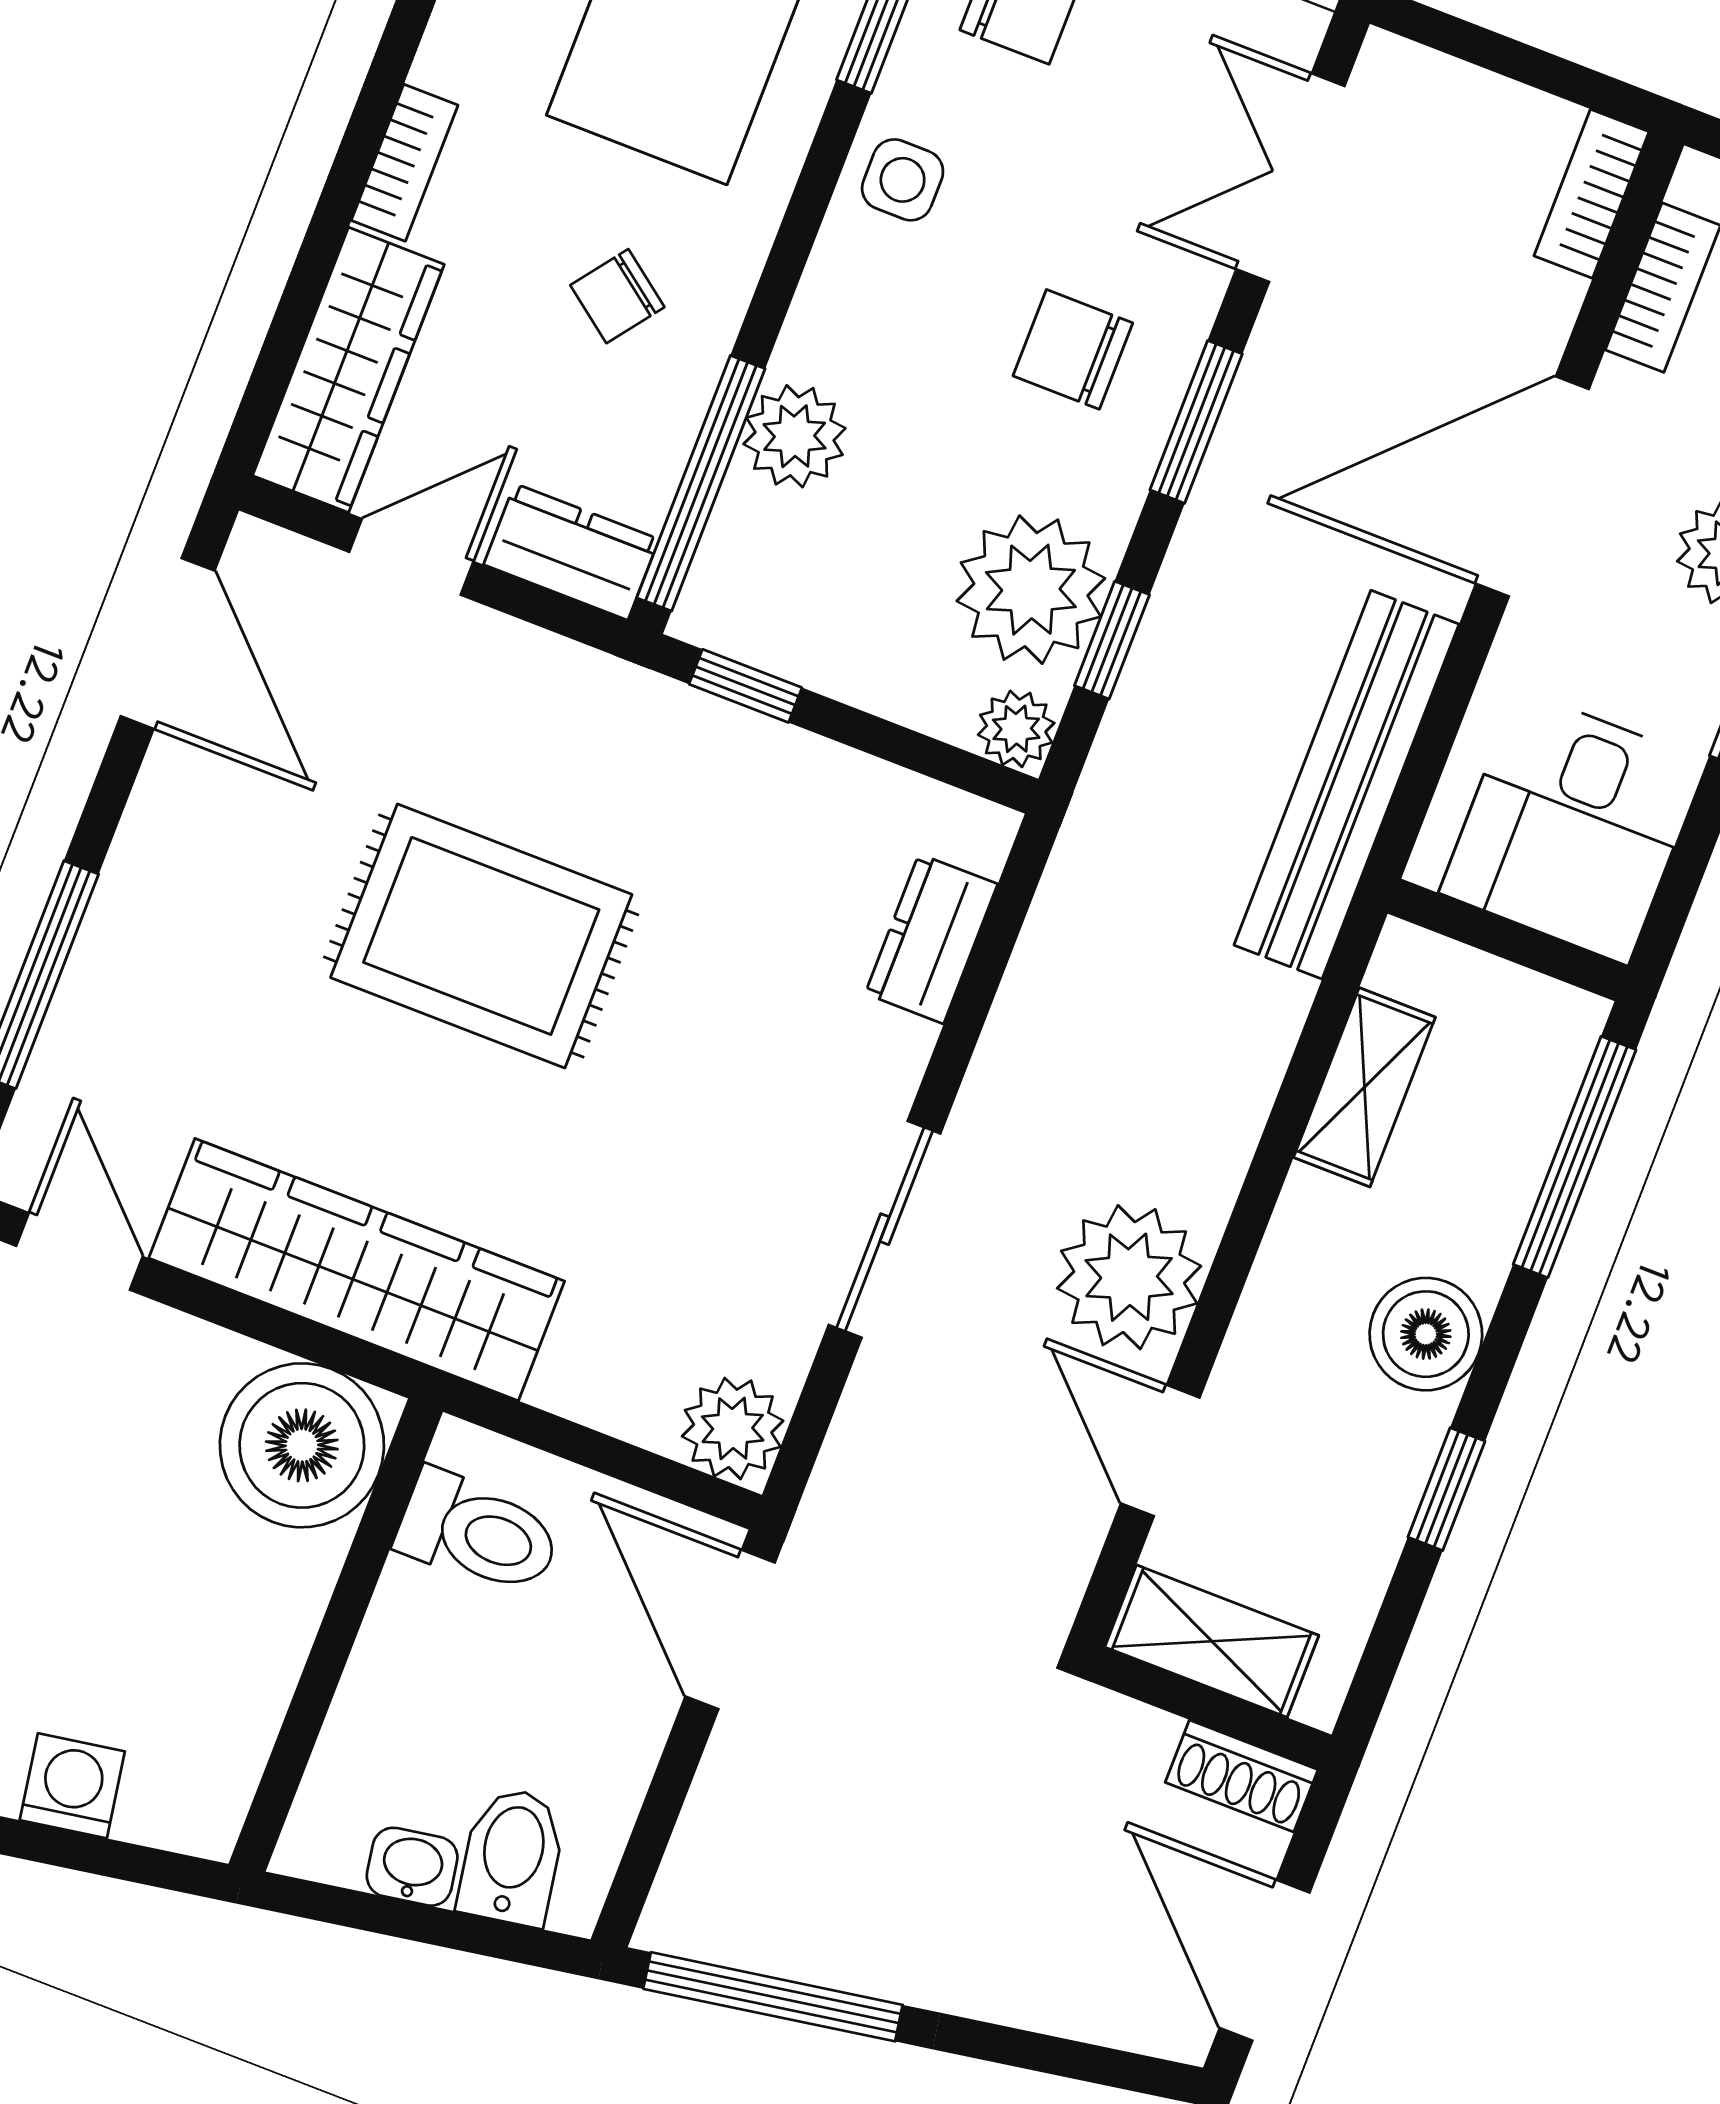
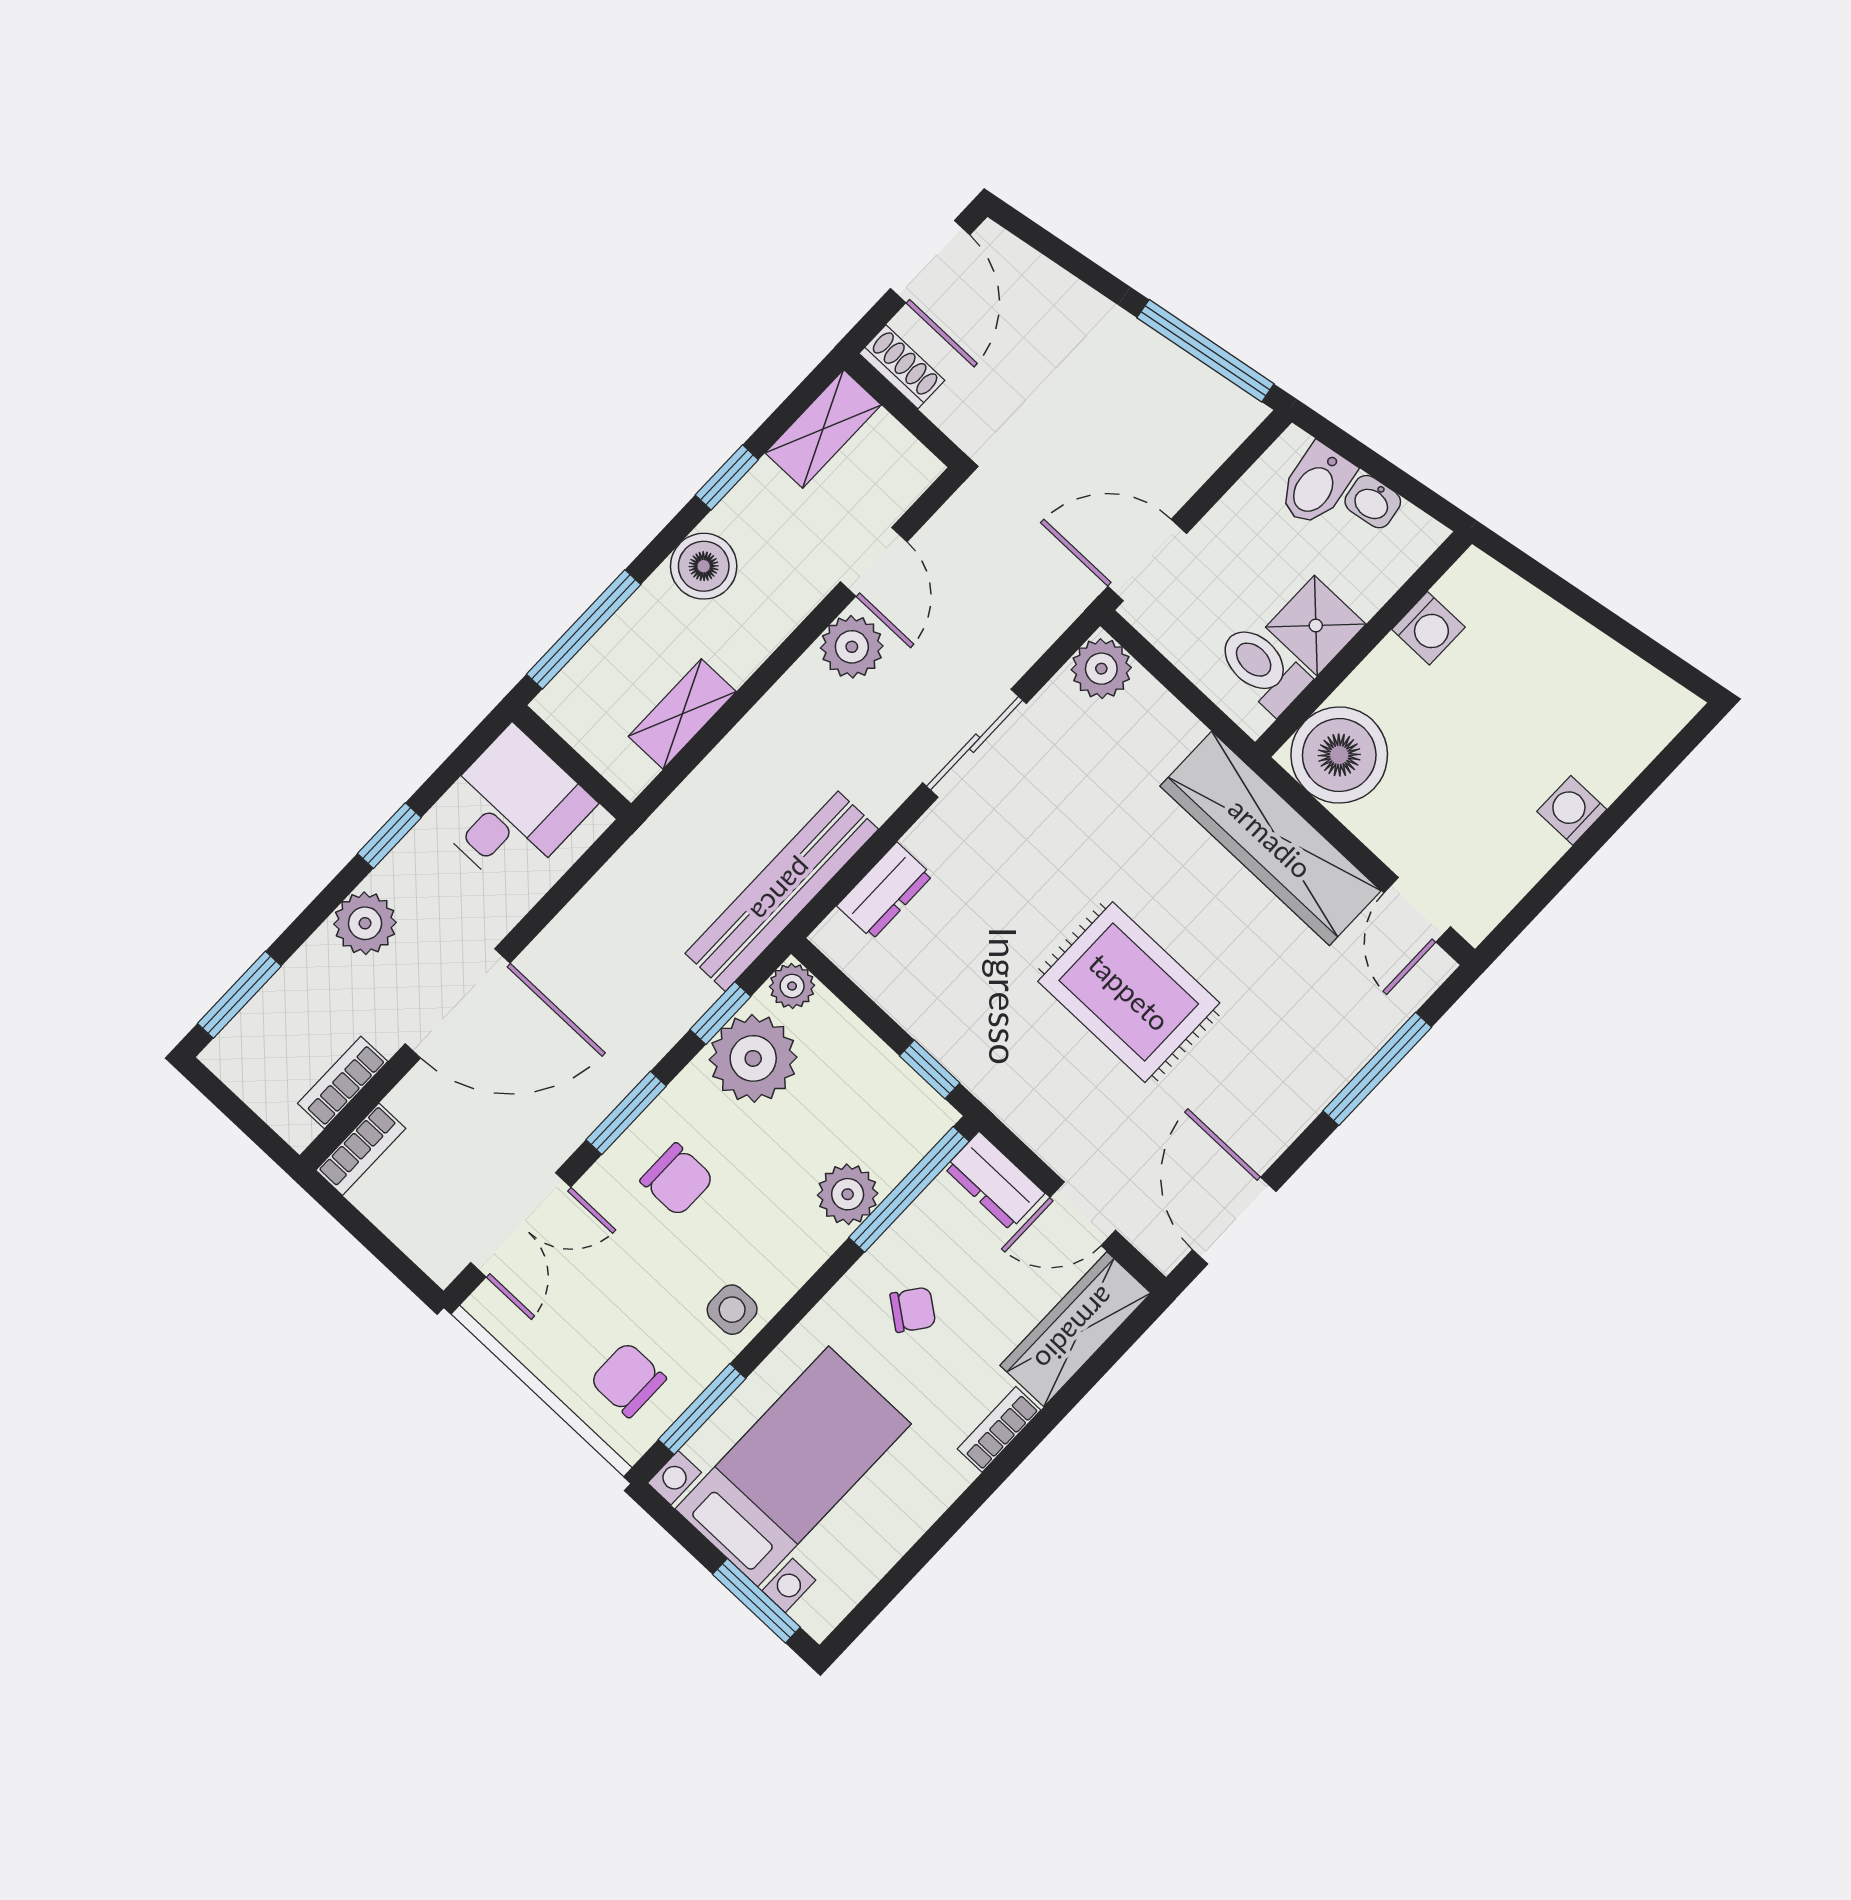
bench: (1347, 785) -> (782, 891), moved
plant: (1129, 1277) -> (852, 647), width x0.73, depth x0.73
door: (730, 1629) -> (1147, 560), swing flipped
shower: (422, 1634) -> (1316, 626), added
shelving: (1212, 1641) -> (823, 429), moved, turned 90
washing machine: (72, 1786) -> (1428, 628), moved, turned -81

